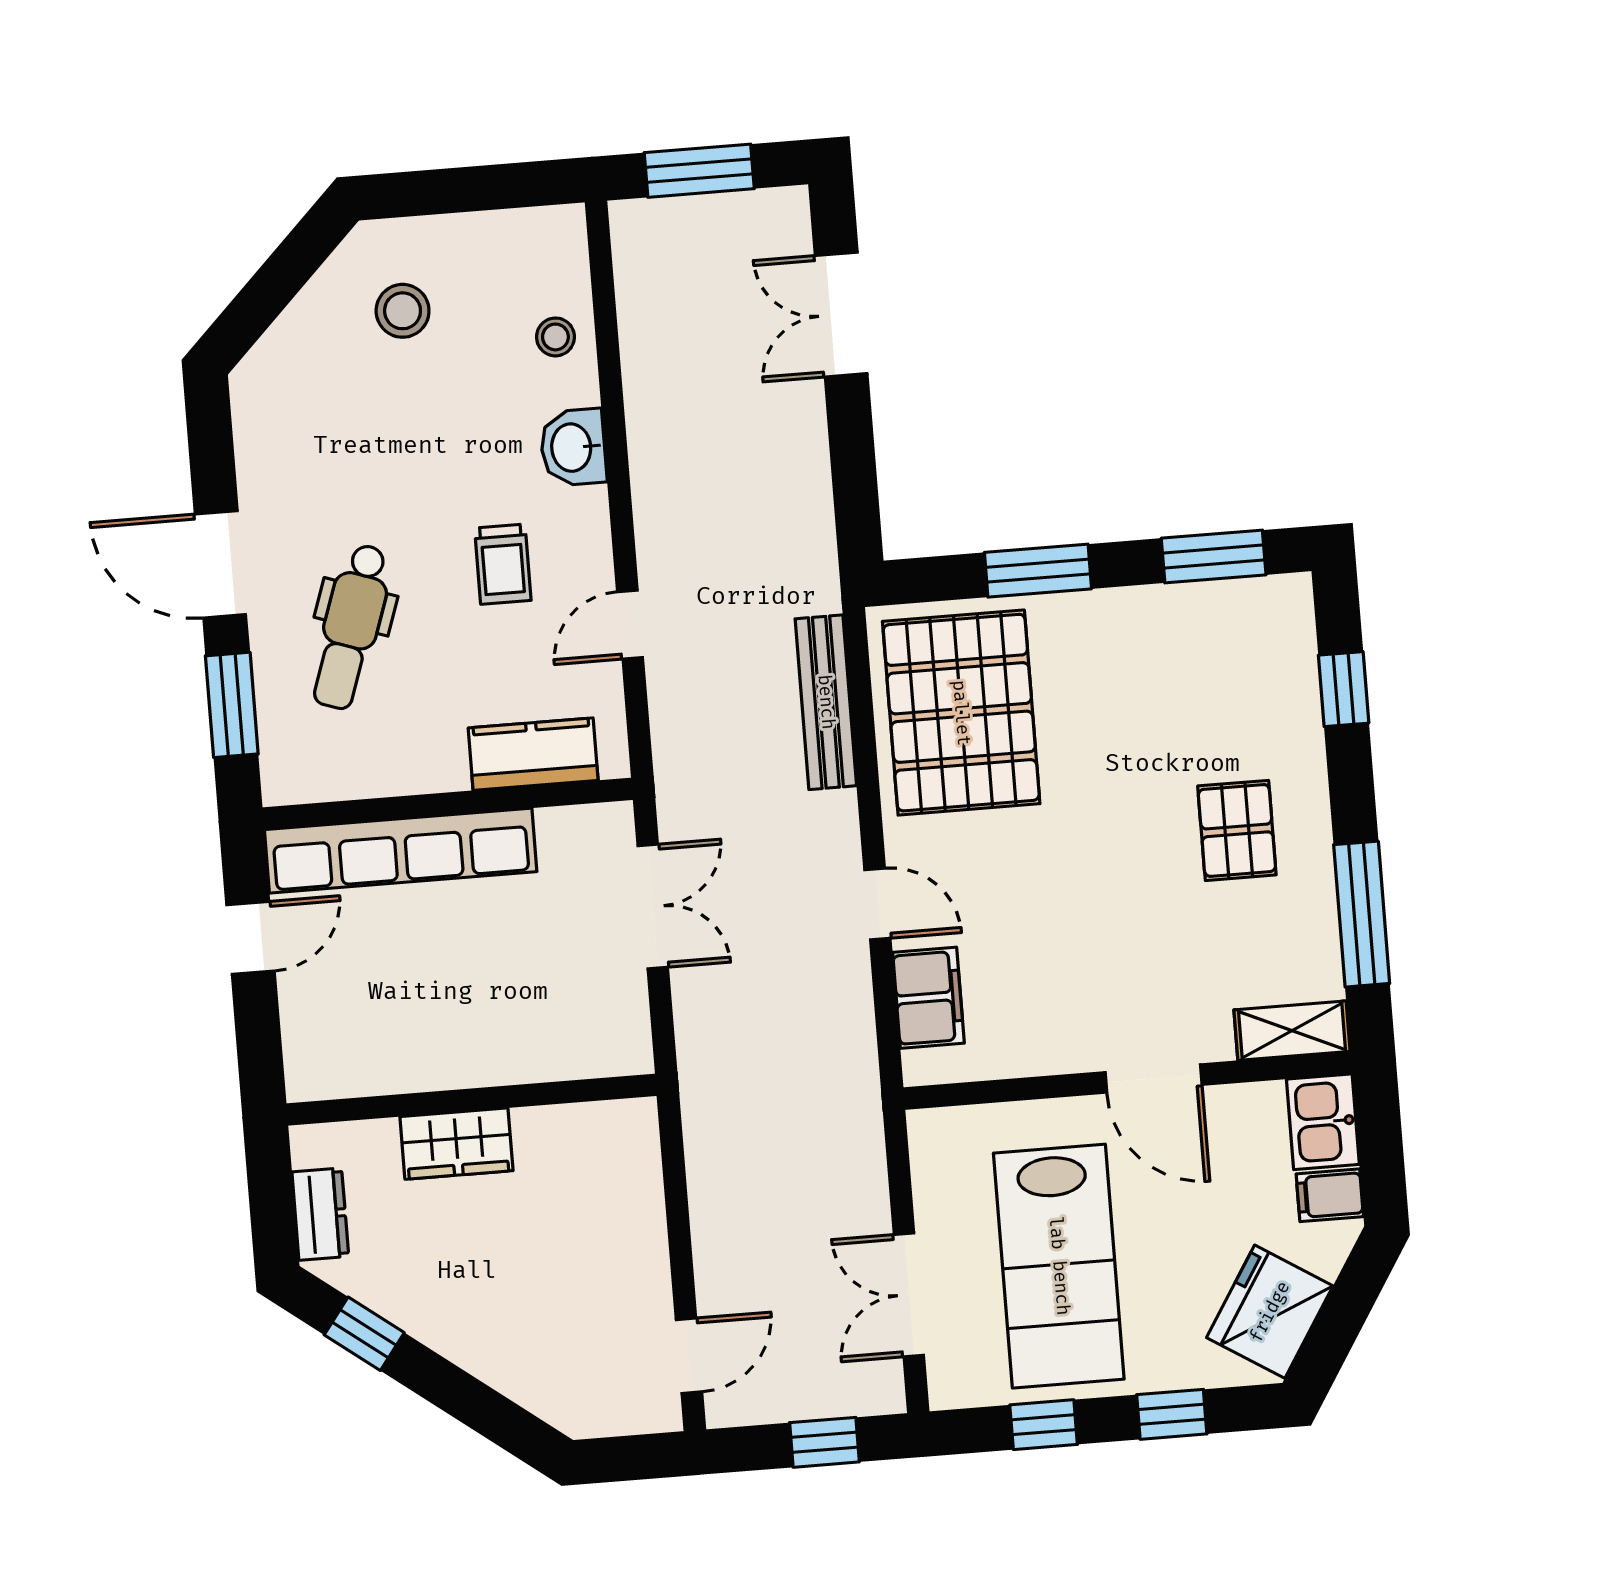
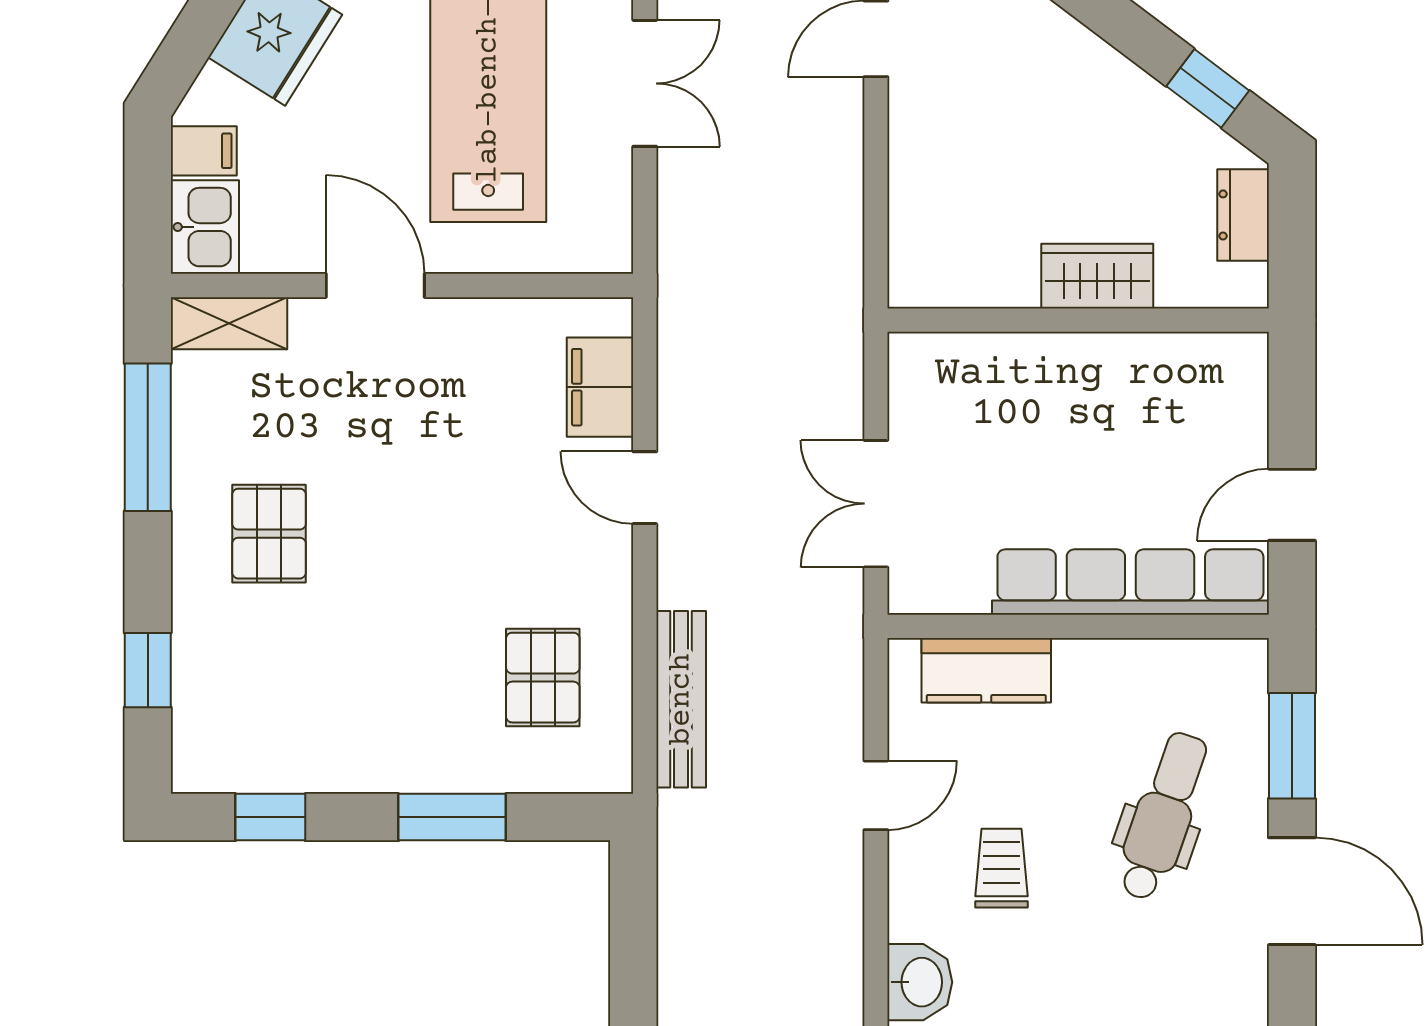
window: (1214, 556) -> (270, 817), width x0.67
pallet: (961, 713) -> (543, 678), width x0.49, depth x0.50

